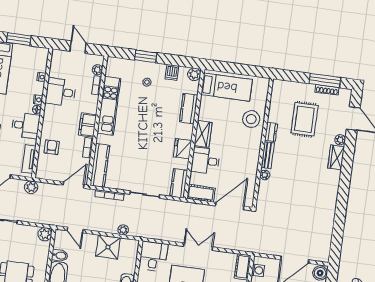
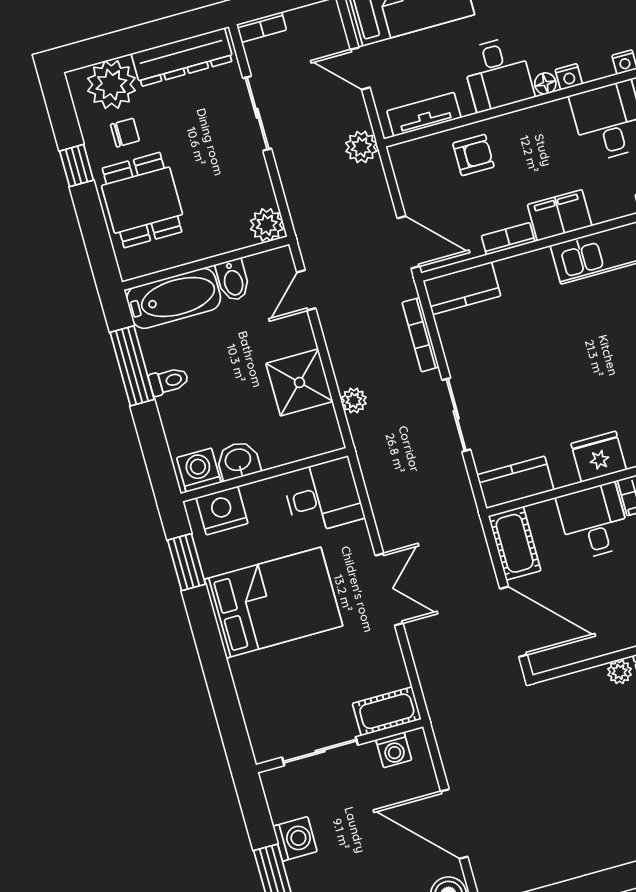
kitchen counter: (100, 165) -> (462, 288), width x0.67

